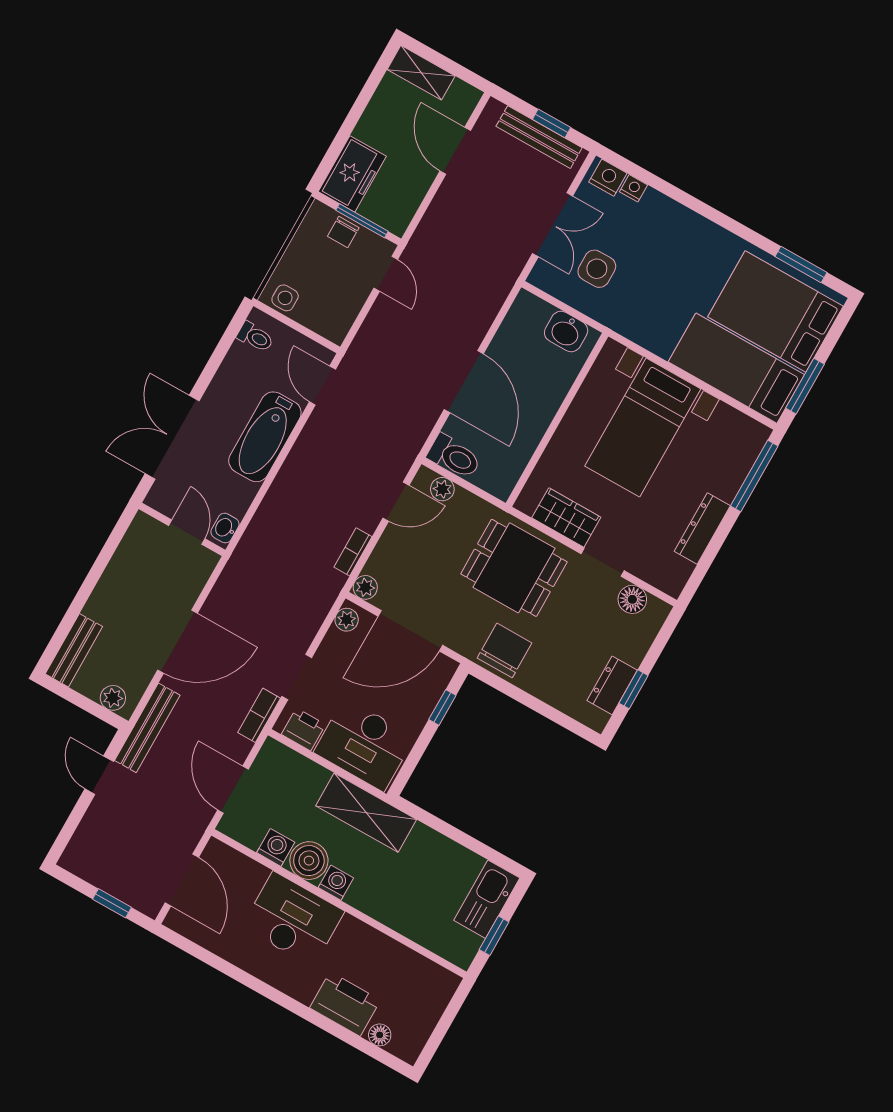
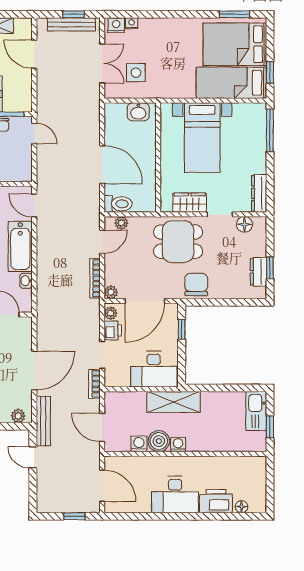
window: (805, 386) -> (270, 73), width x0.67
washbasin: (225, 528) -> (26, 281), moved
dresser: (702, 529) -> (259, 193), moved
bookcase: (353, 552) -> (95, 278), width x1.56
printer: (303, 729) -> (113, 330), moved, turned 90
desk: (293, 919) -> (175, 495), moved, turned 180

